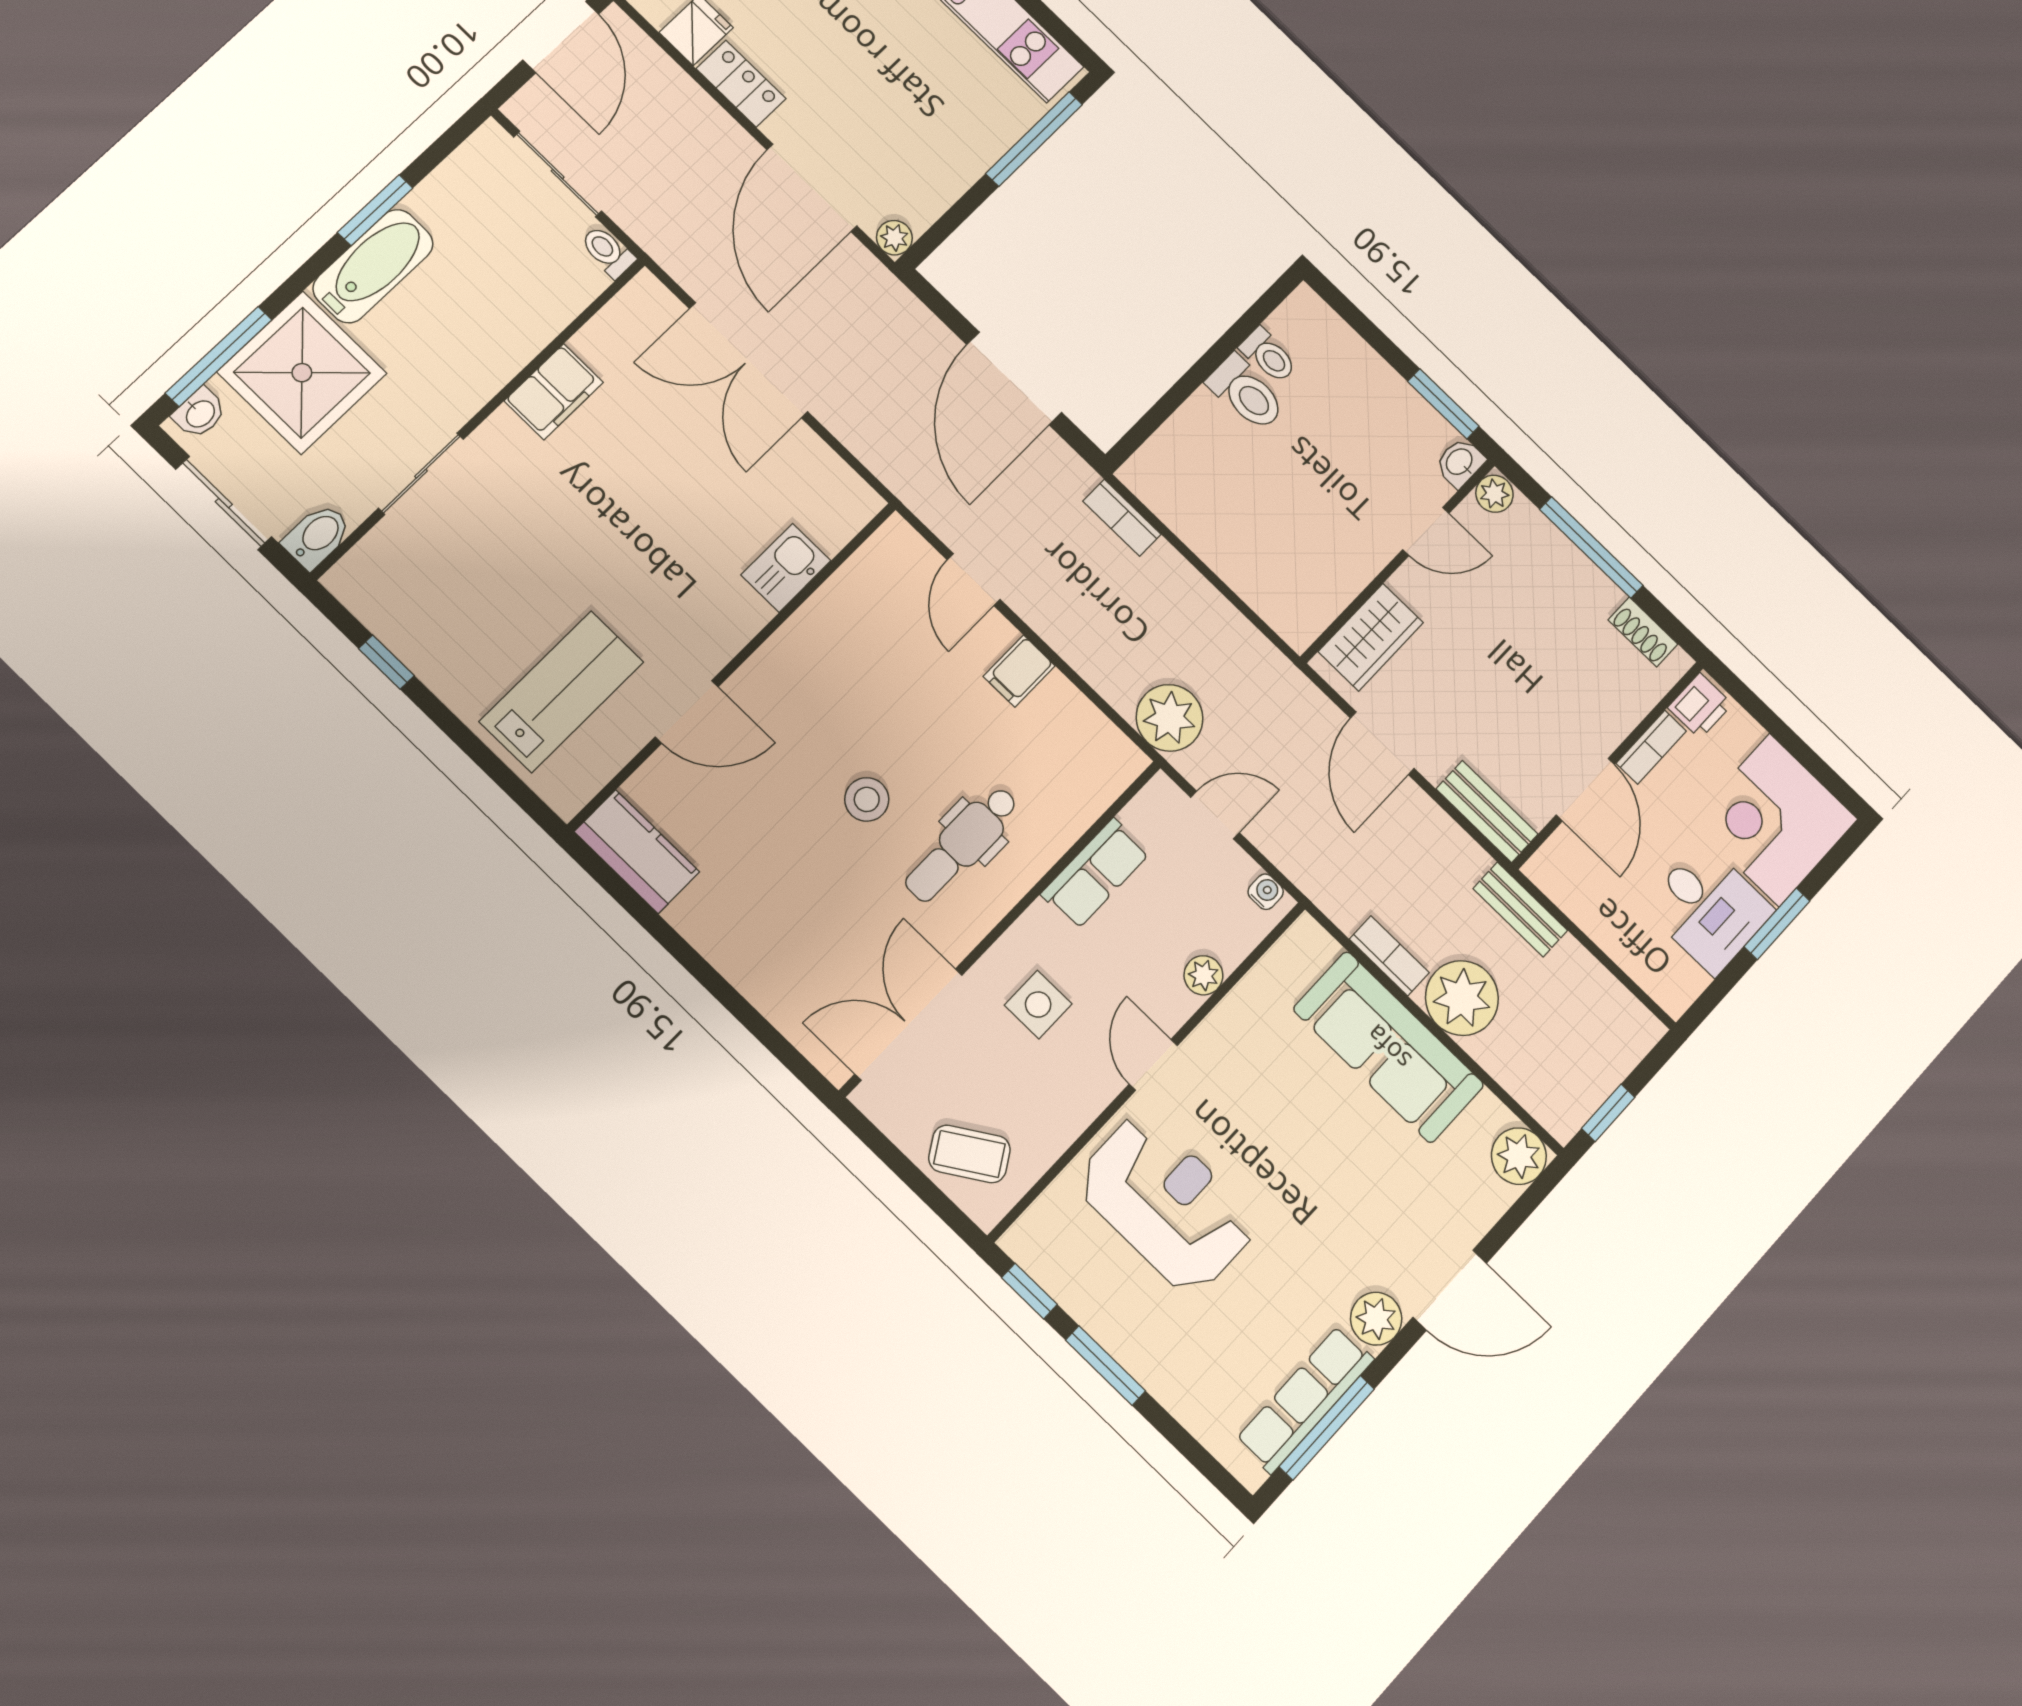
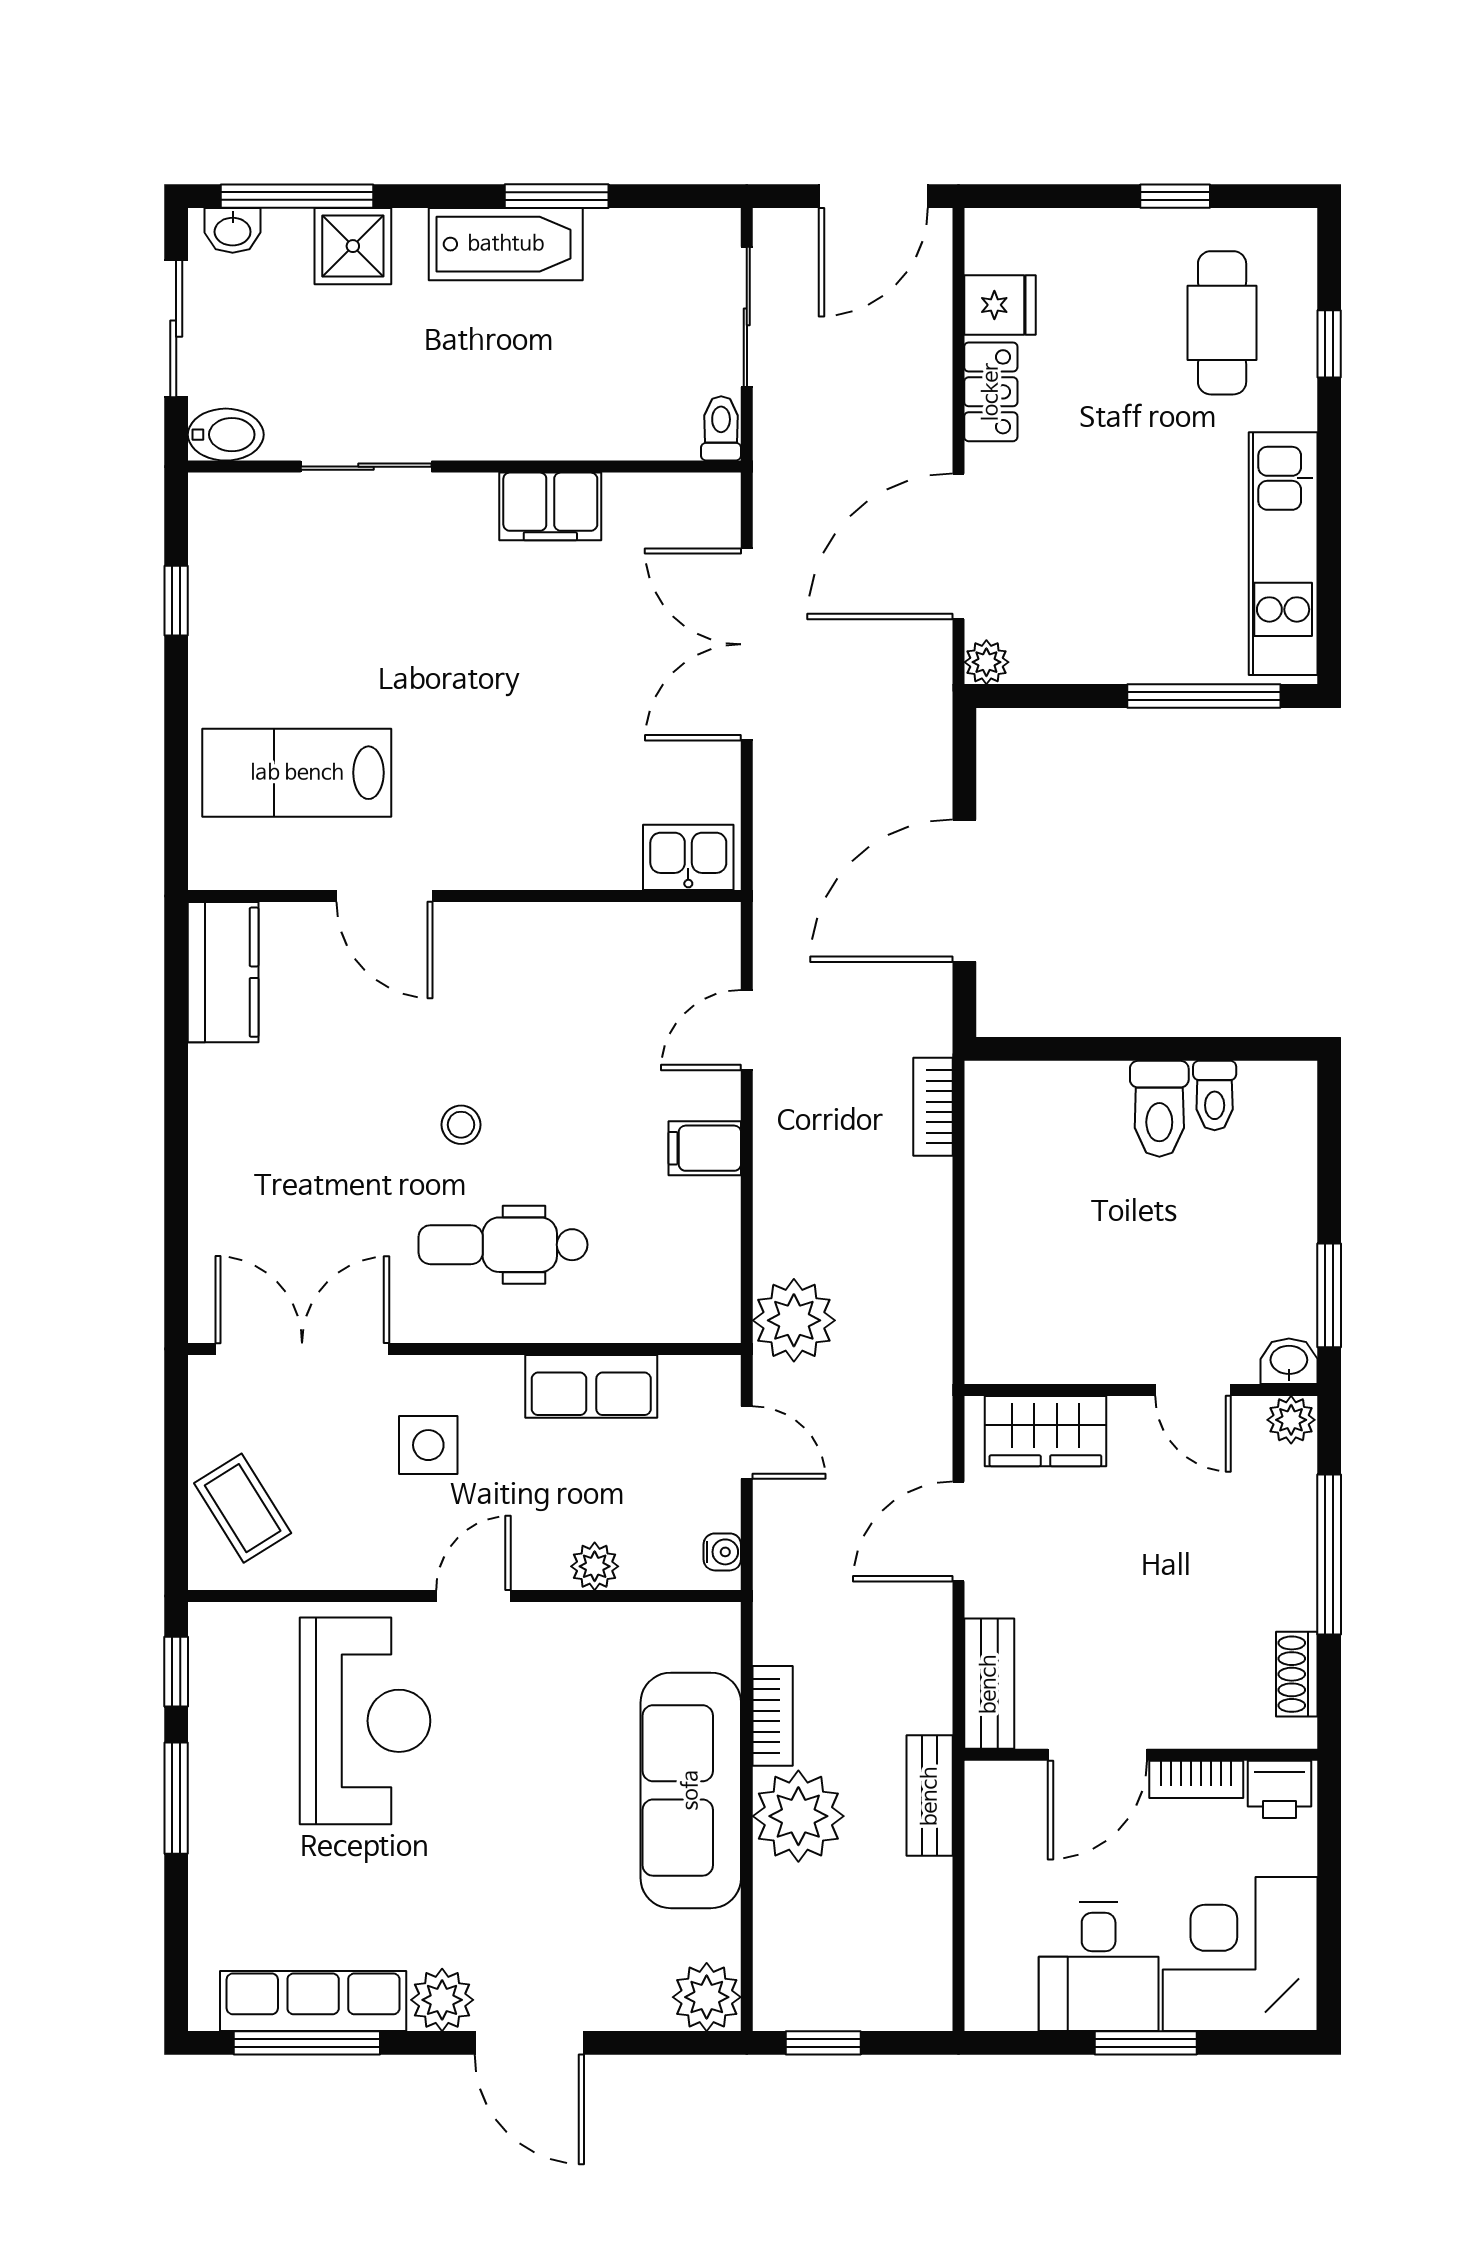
shower: (302, 373) -> (353, 246), width x0.54, depth x0.54
kitchen sink: (786, 568) -> (688, 857), moved
lab bench: (561, 692) -> (297, 773), turned 180
stool: (867, 799) -> (461, 1125), width x0.73, depth x0.73

